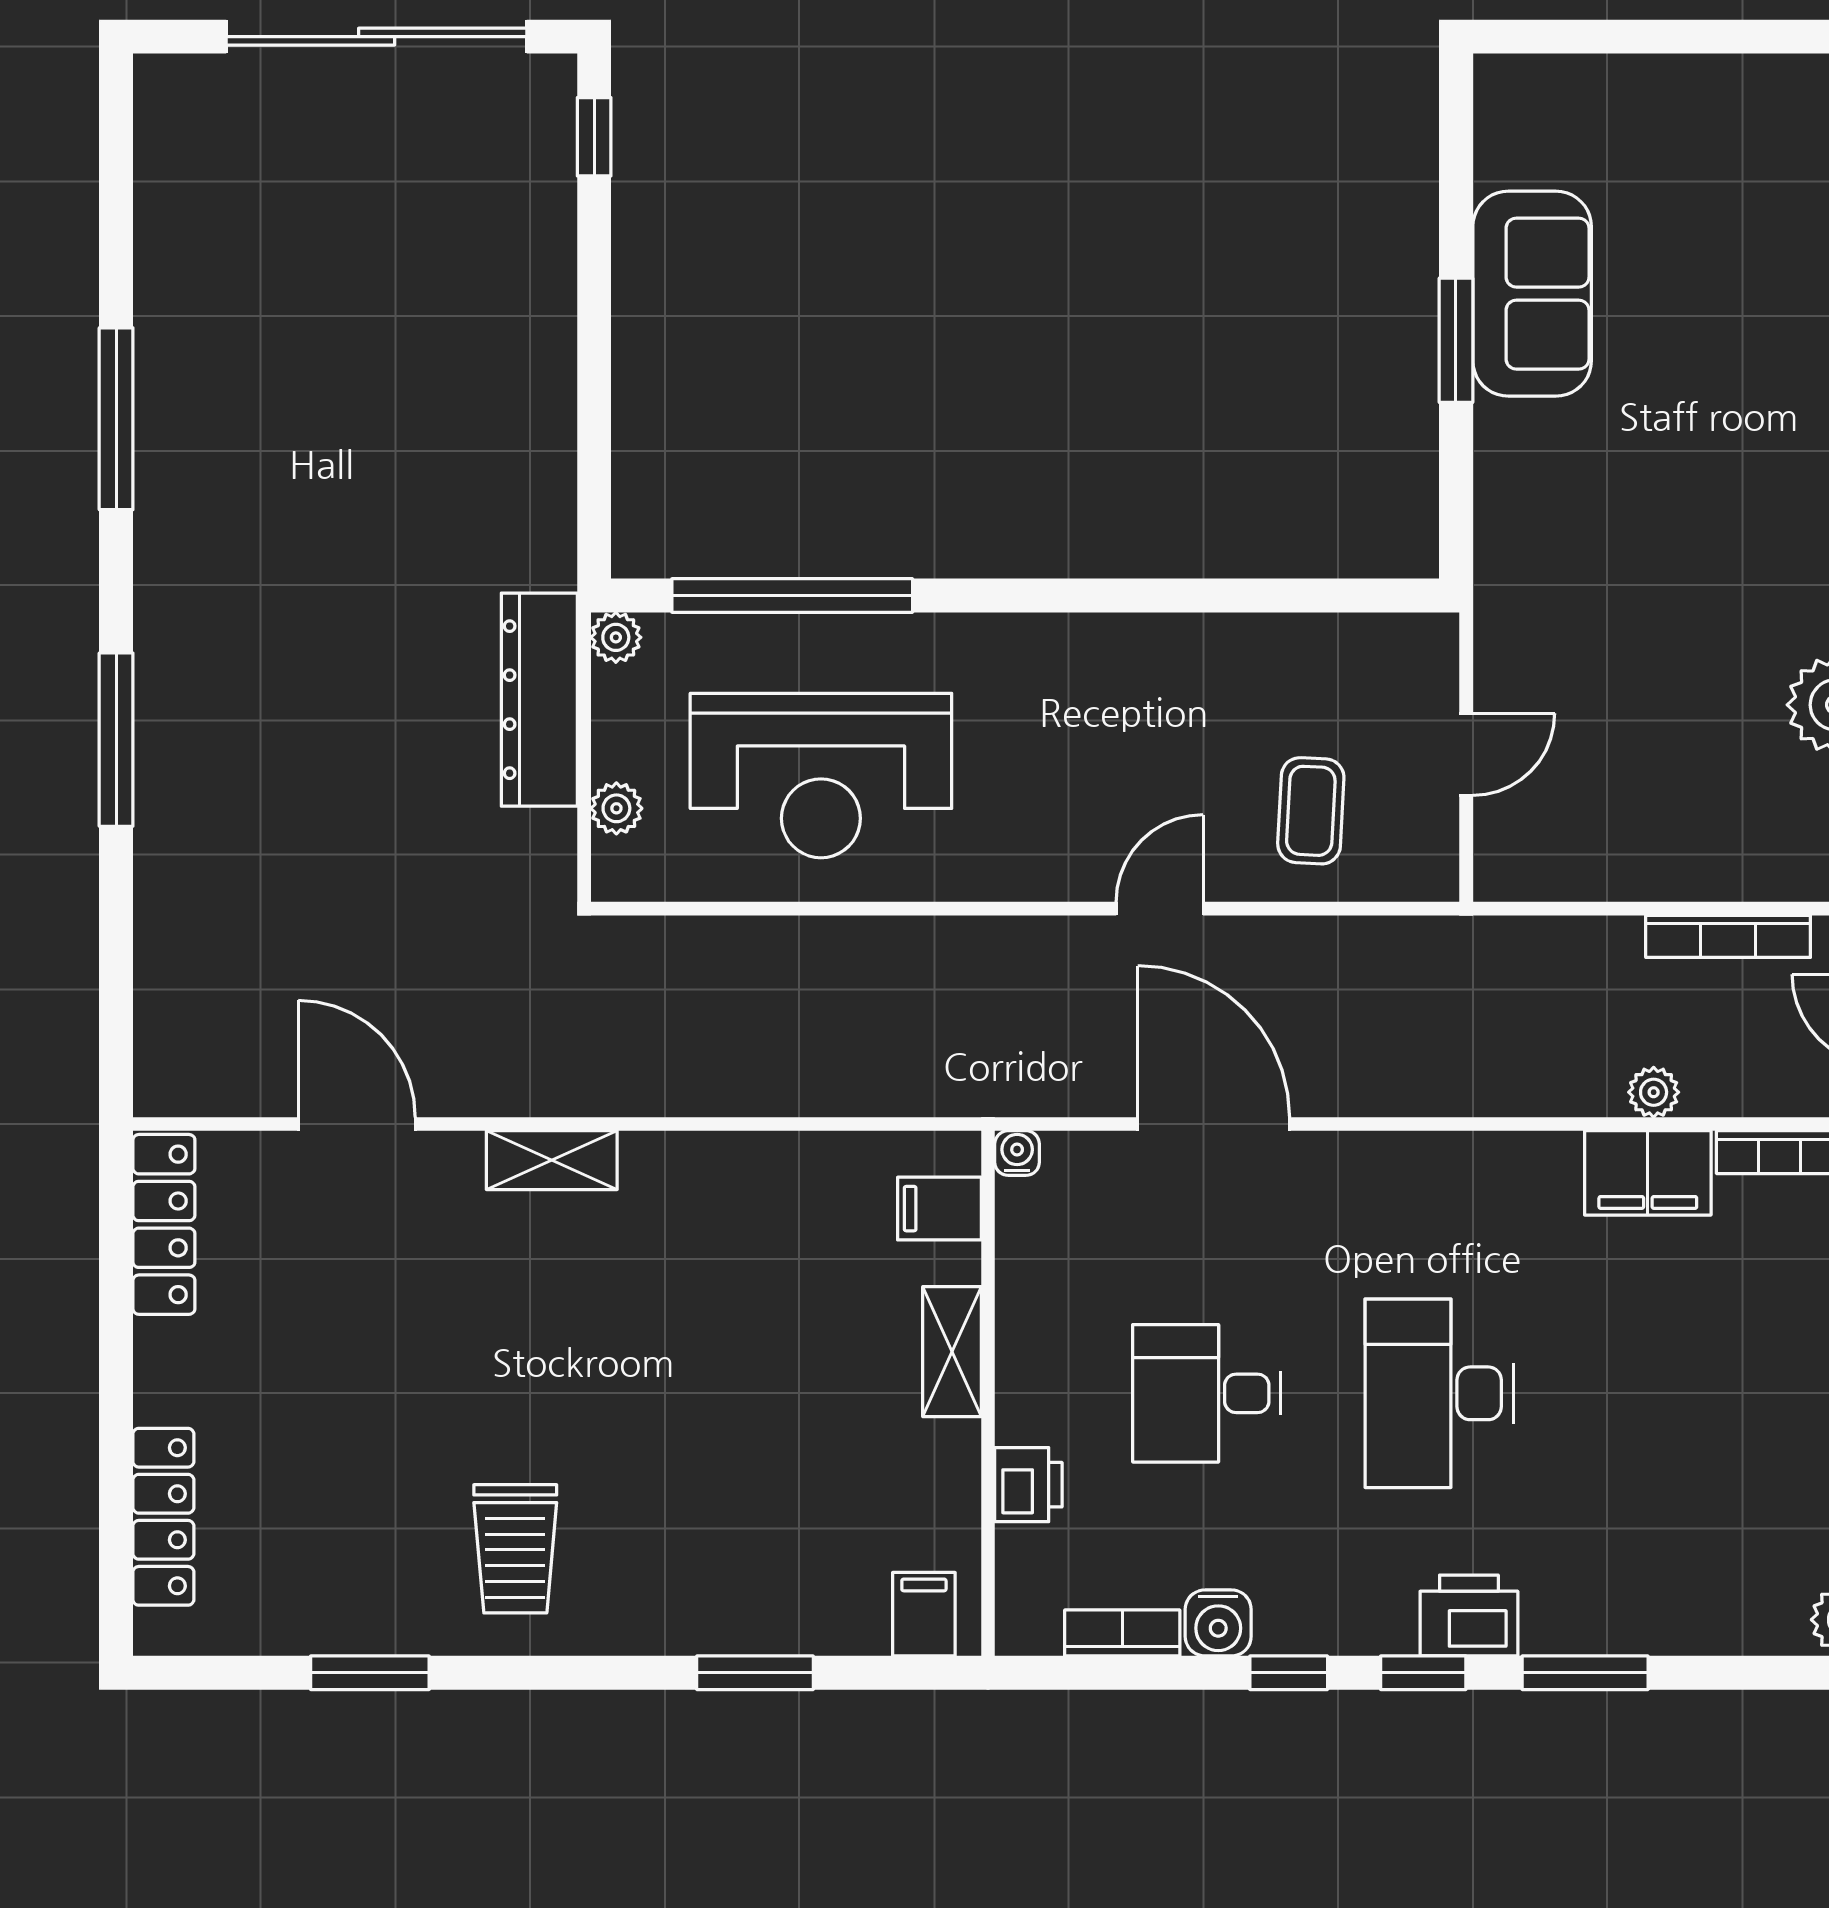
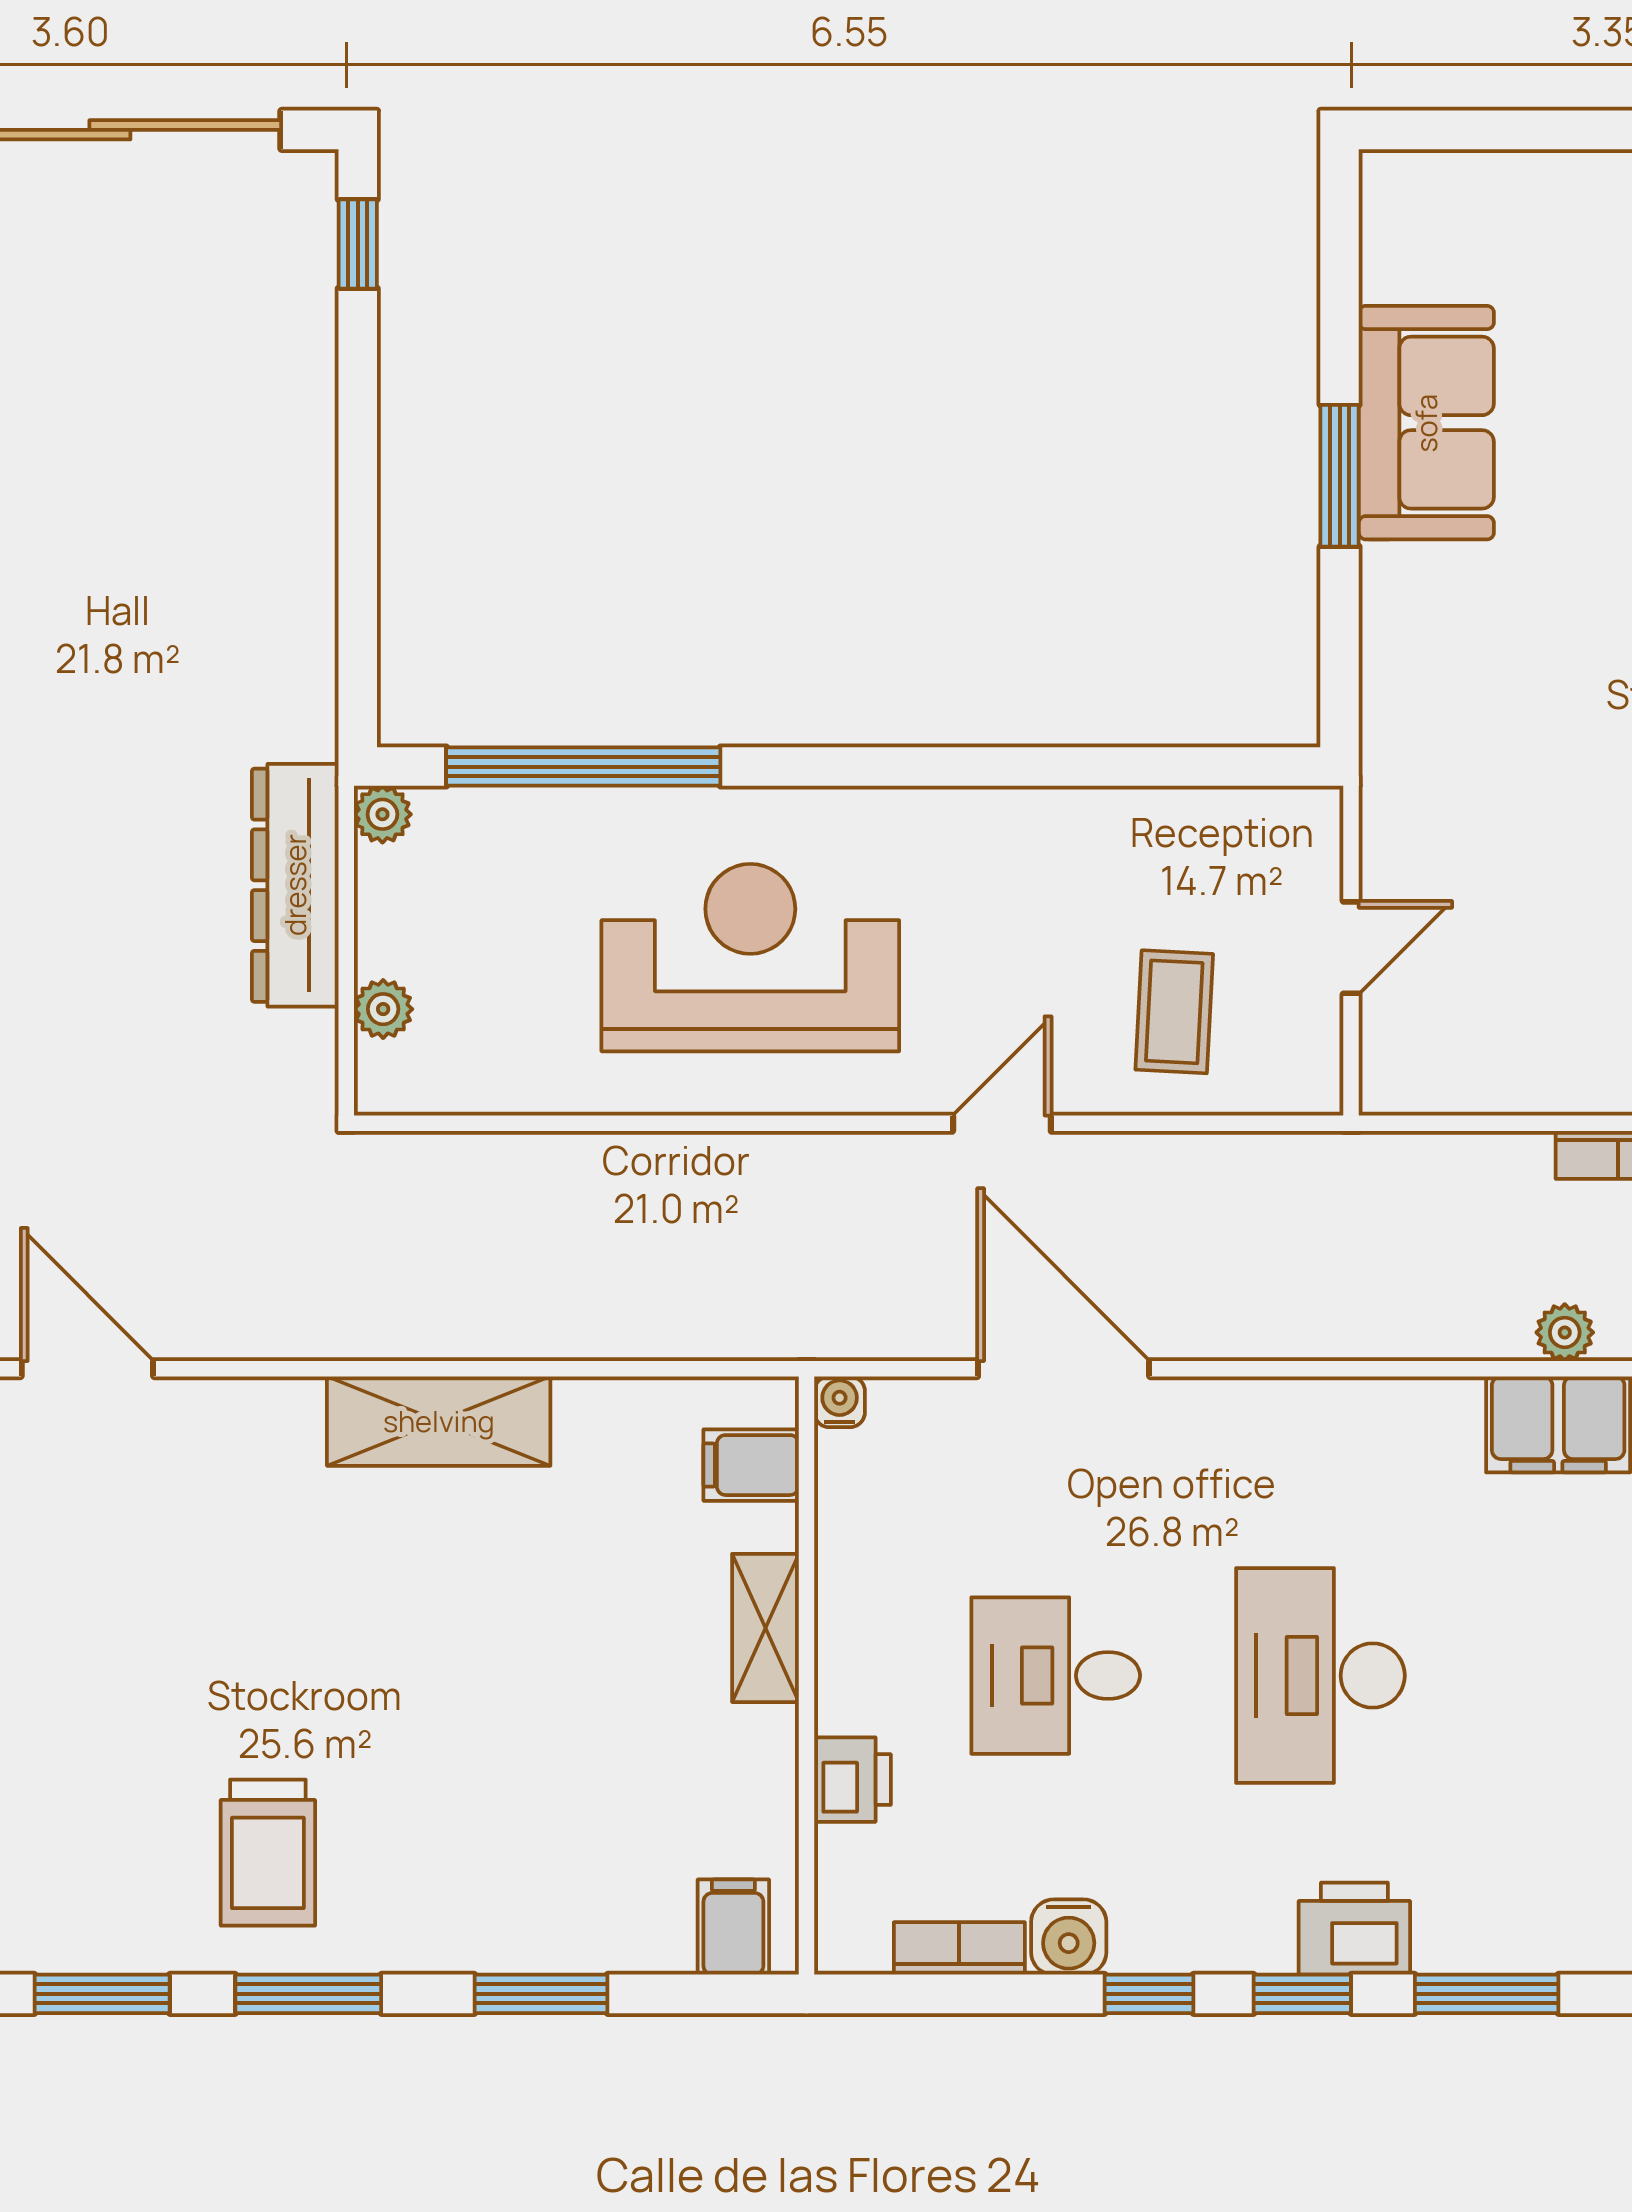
reception desk: (821, 776) -> (750, 958), moved, turned 180
shelving: (552, 1160) -> (439, 1421), moved, width x1.50, depth x1.33
window: (551, 1673) -> (308, 1994), added

